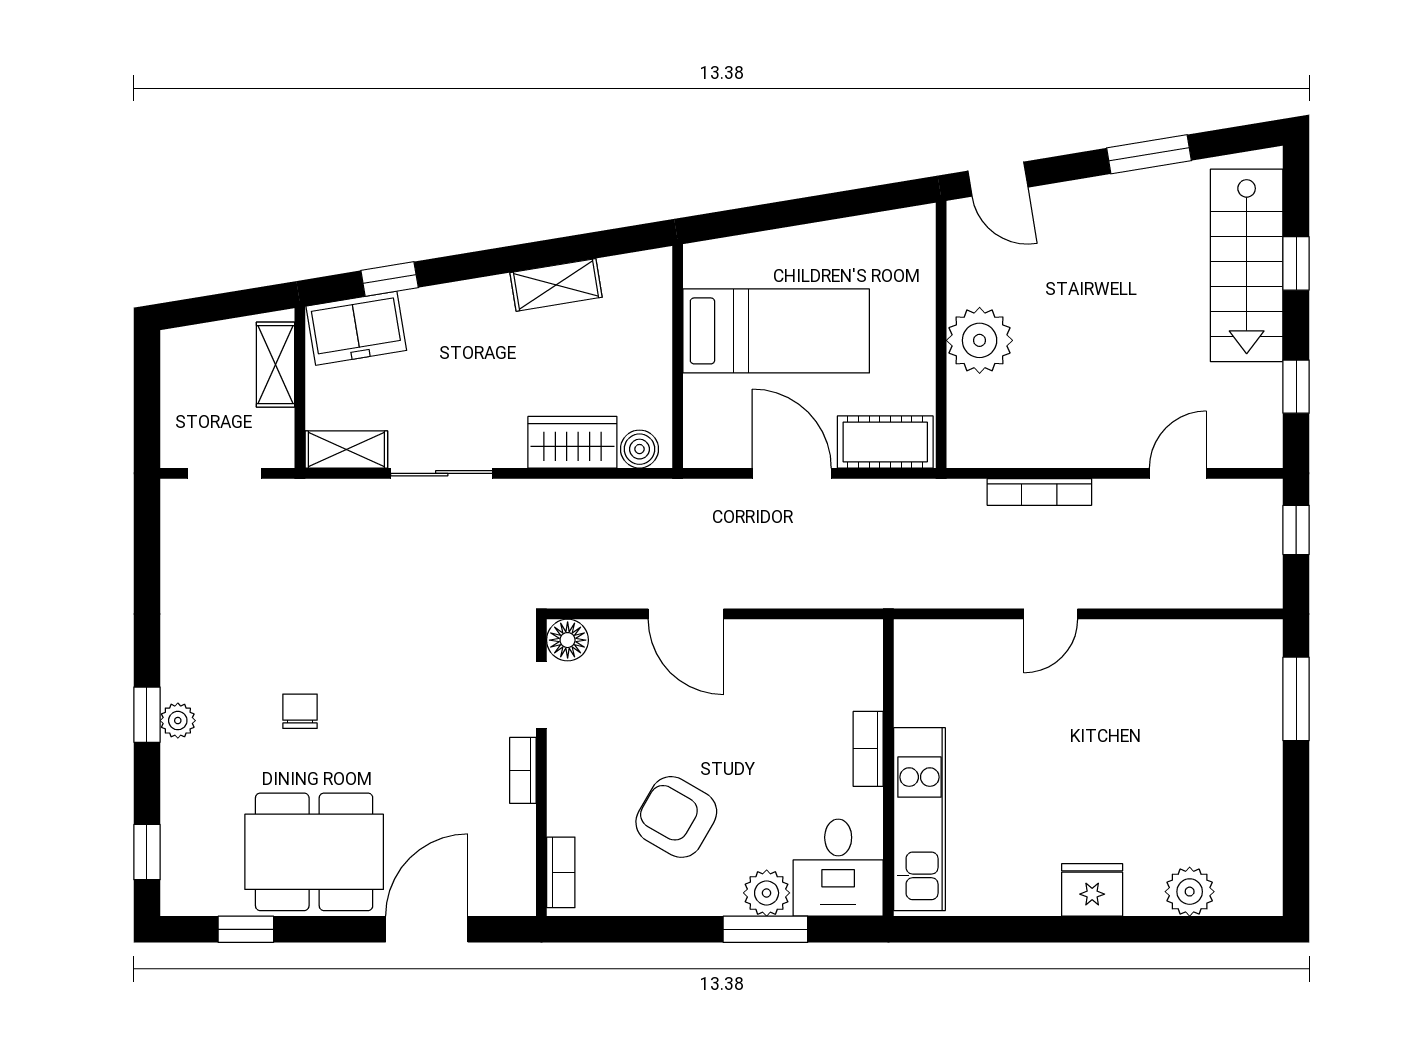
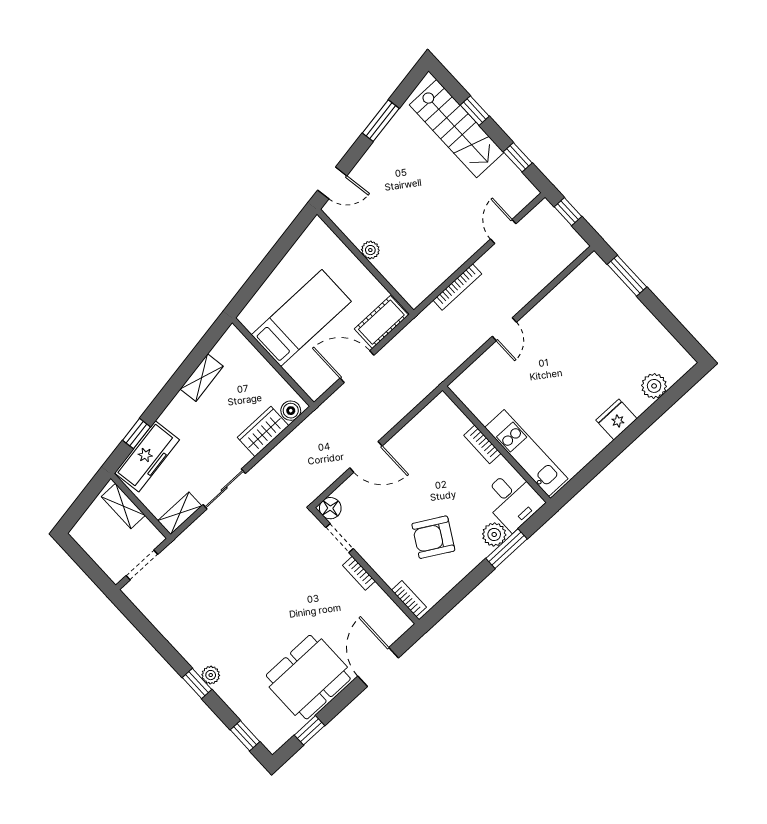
freezer: (356, 328) -> (147, 456), width x1.40
plant: (980, 340) -> (370, 250), width x0.53, depth x0.53
chair: (300, 711) -> (254, 629), removed

